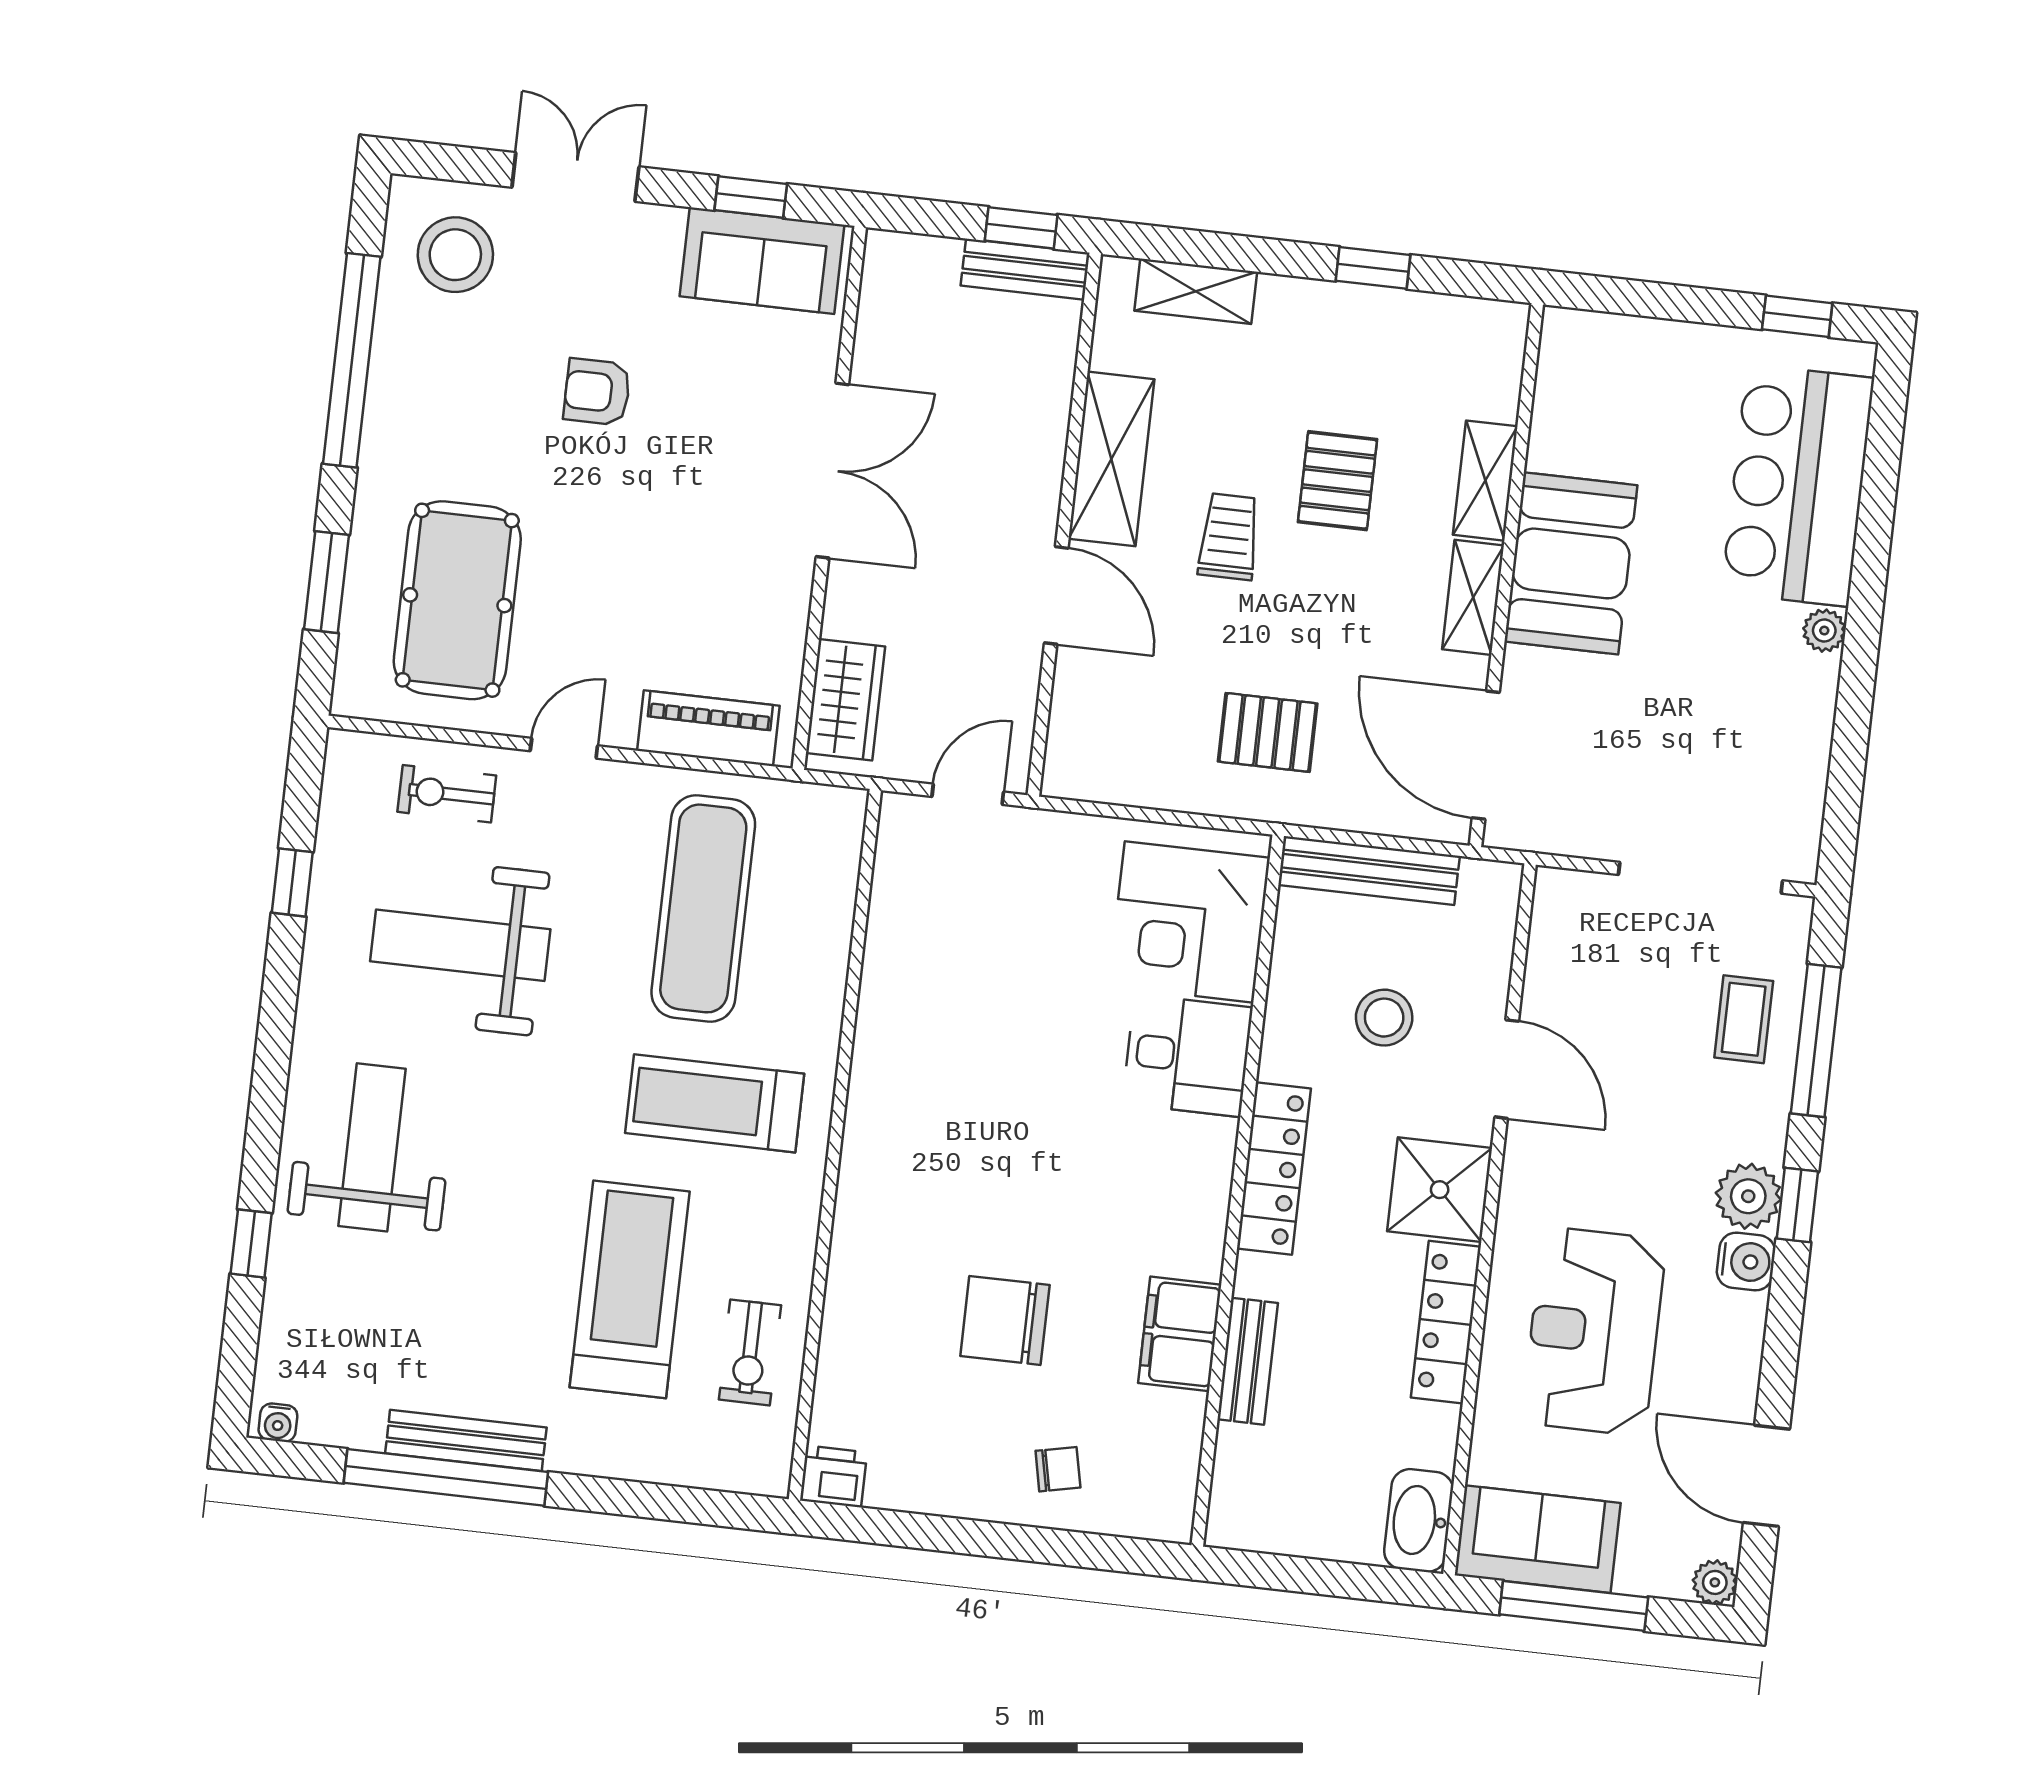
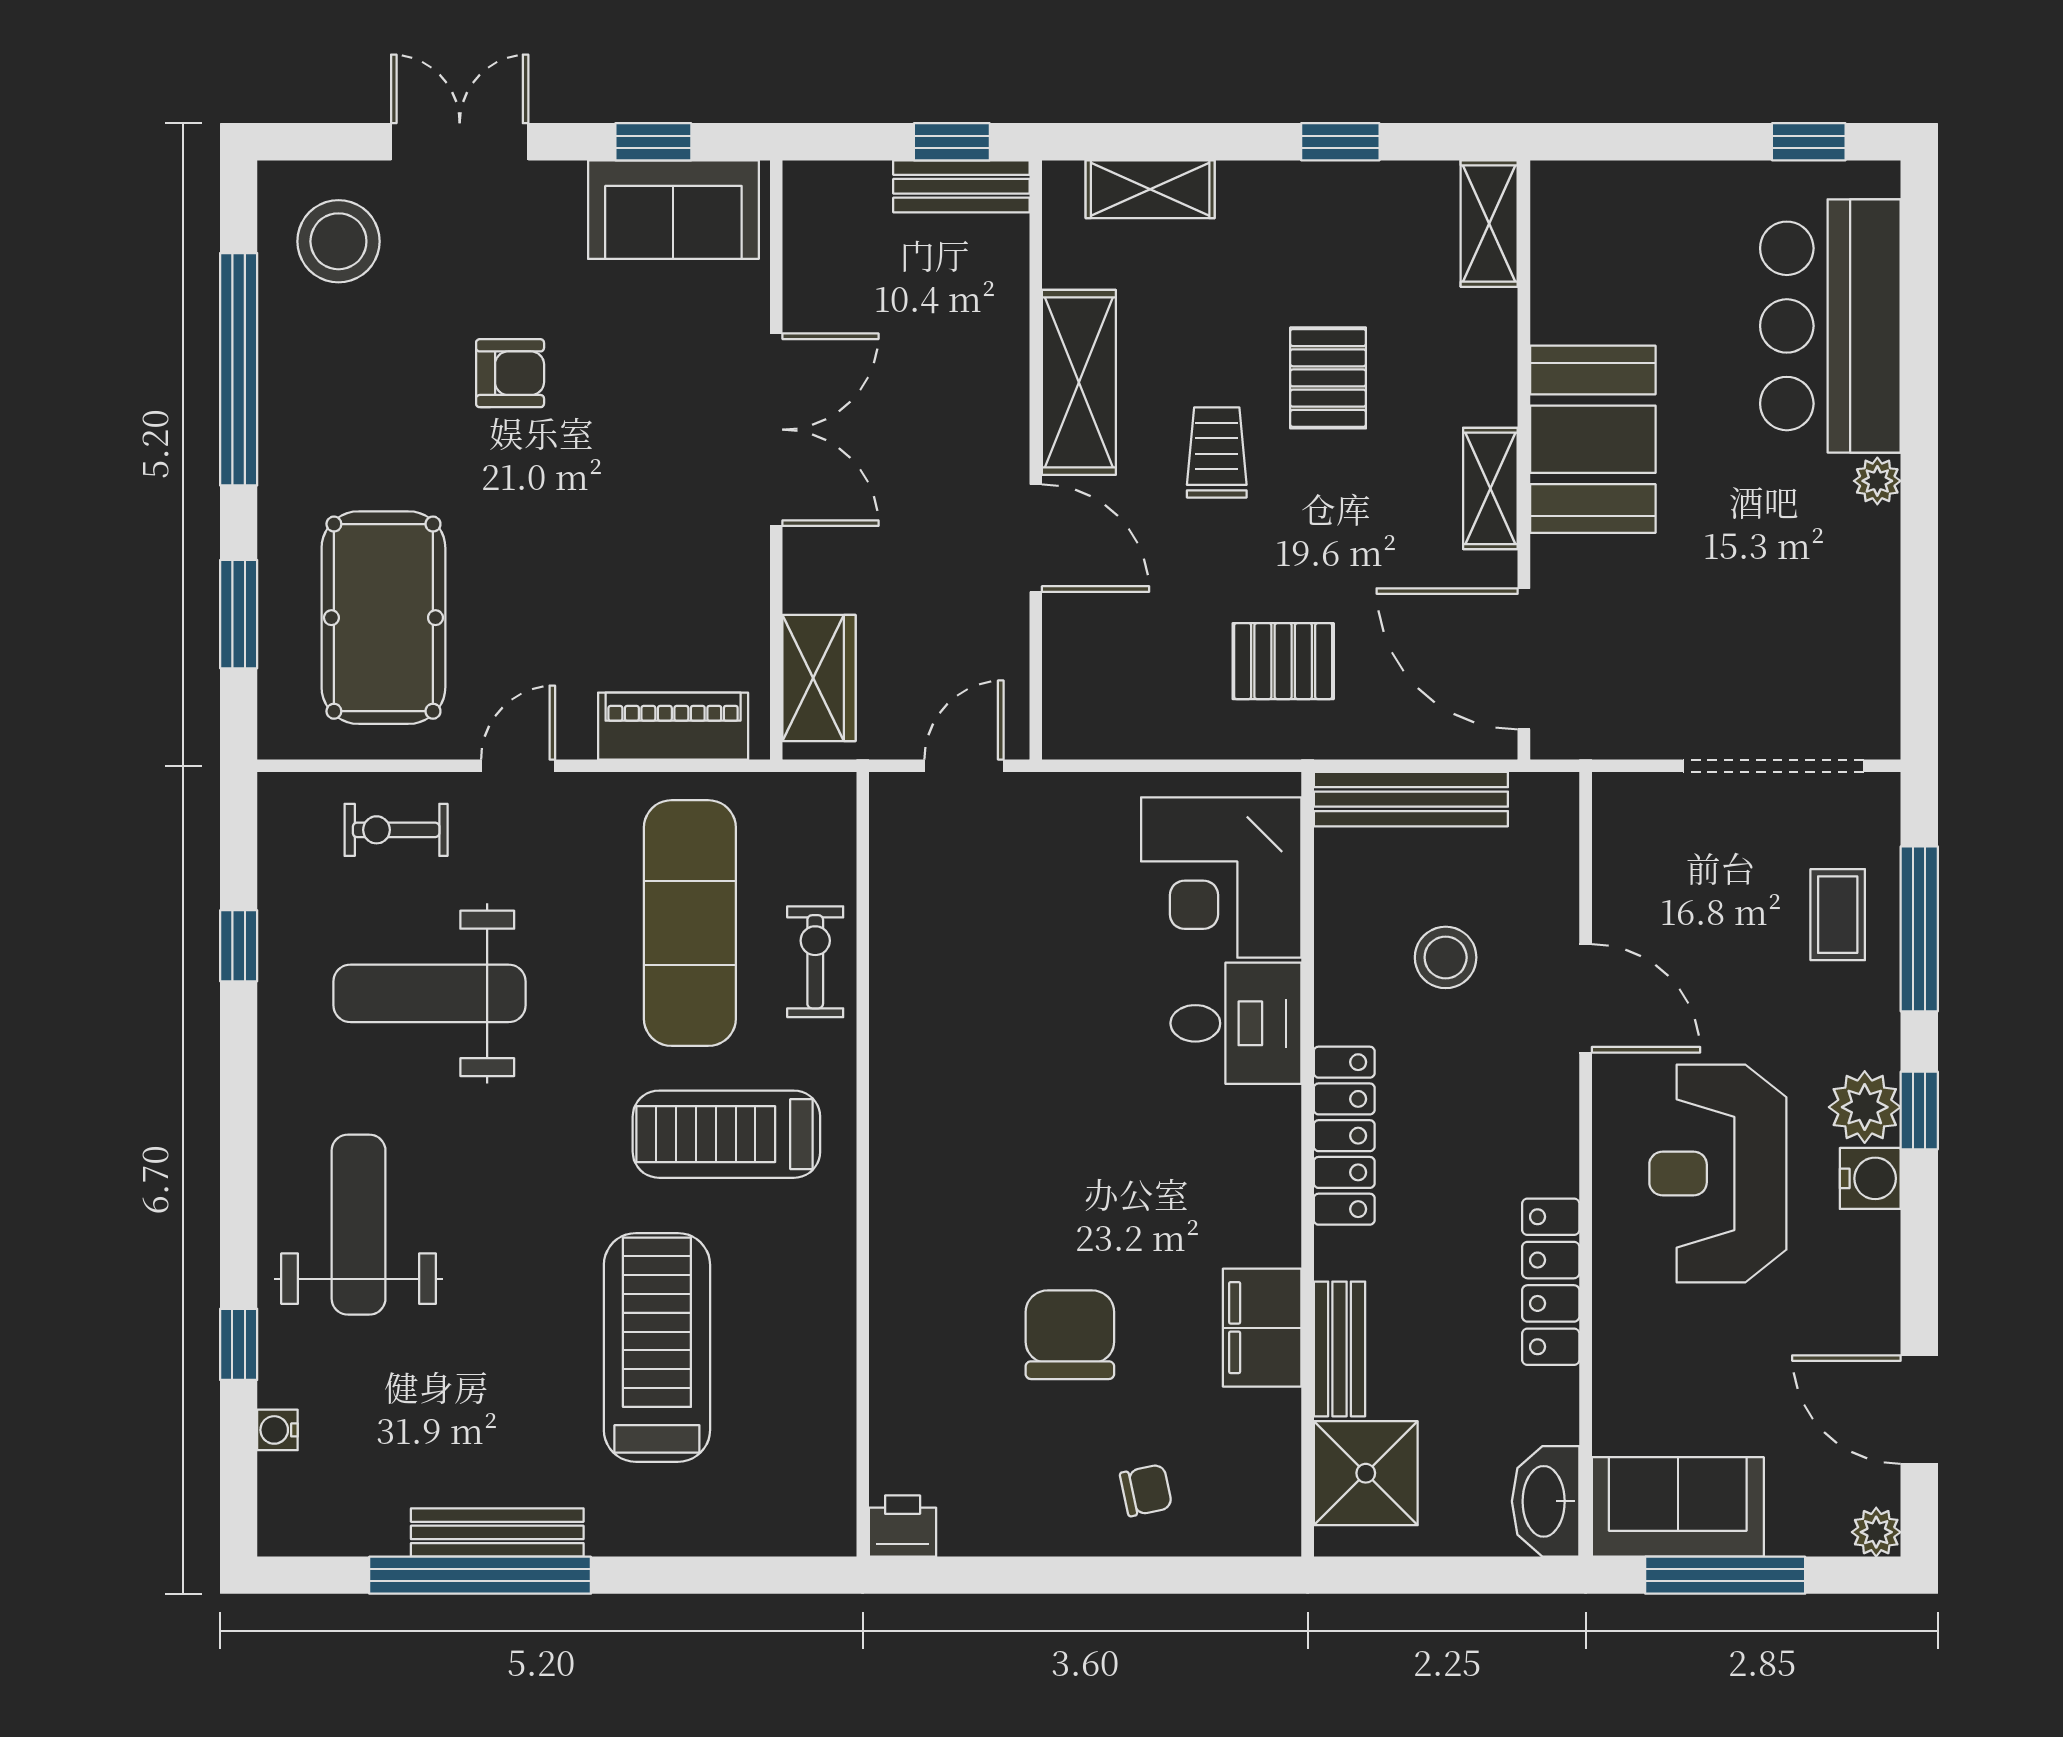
armchair: (597, 392) -> (510, 373), turned 180
shelving: (1485, 481) -> (1489, 224), moved
shower: (1440, 1190) -> (1366, 1473), moved
chair: (1005, 1320) -> (1070, 1335), turned 90
reception desk: (1594, 1331) -> (1718, 1173), moved
exercise bike: (750, 1352) -> (815, 962), moved, turned 180
water cooler: (278, 1423) -> (277, 1430), moved, turned 90

